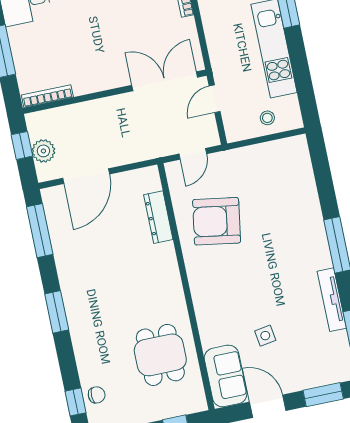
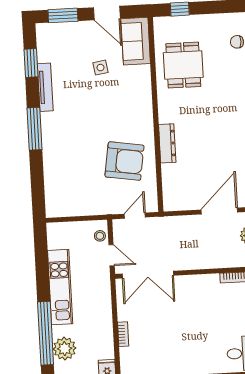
door: (215, 99) -> (112, 255), hinge flipped
stool: (267, 118) -> (100, 236), moved
dresser: (158, 217) -> (167, 143), moved

